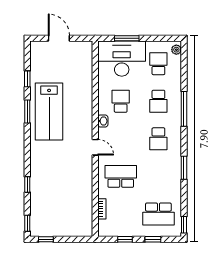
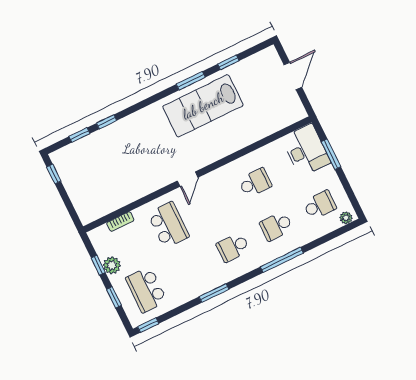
desk: (122, 59) -> (306, 150), width x0.73, depth x0.77
washbasin: (103, 121) -> (222, 173), removed
window: (27, 223) -> (79, 135), moved
plant: (130, 230) -> (112, 265), added

